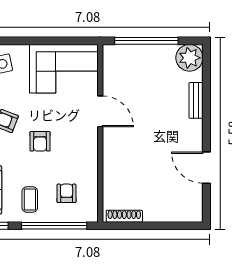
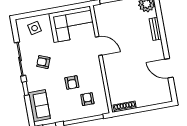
armchair: (40, 141) -> (72, 83), moved
coffee table: (30, 200) -> (66, 107), removed

